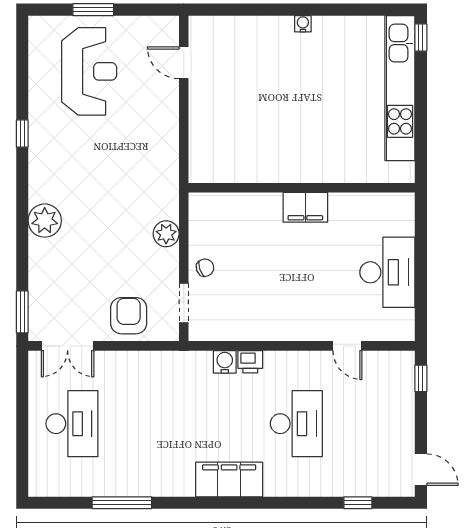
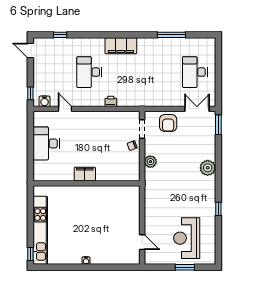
water cooler: (225, 362) -> (45, 101), moved

